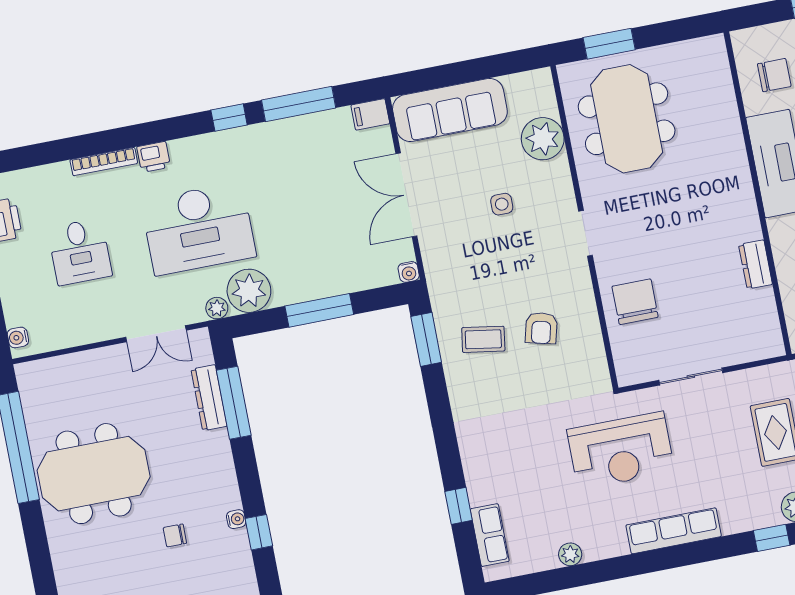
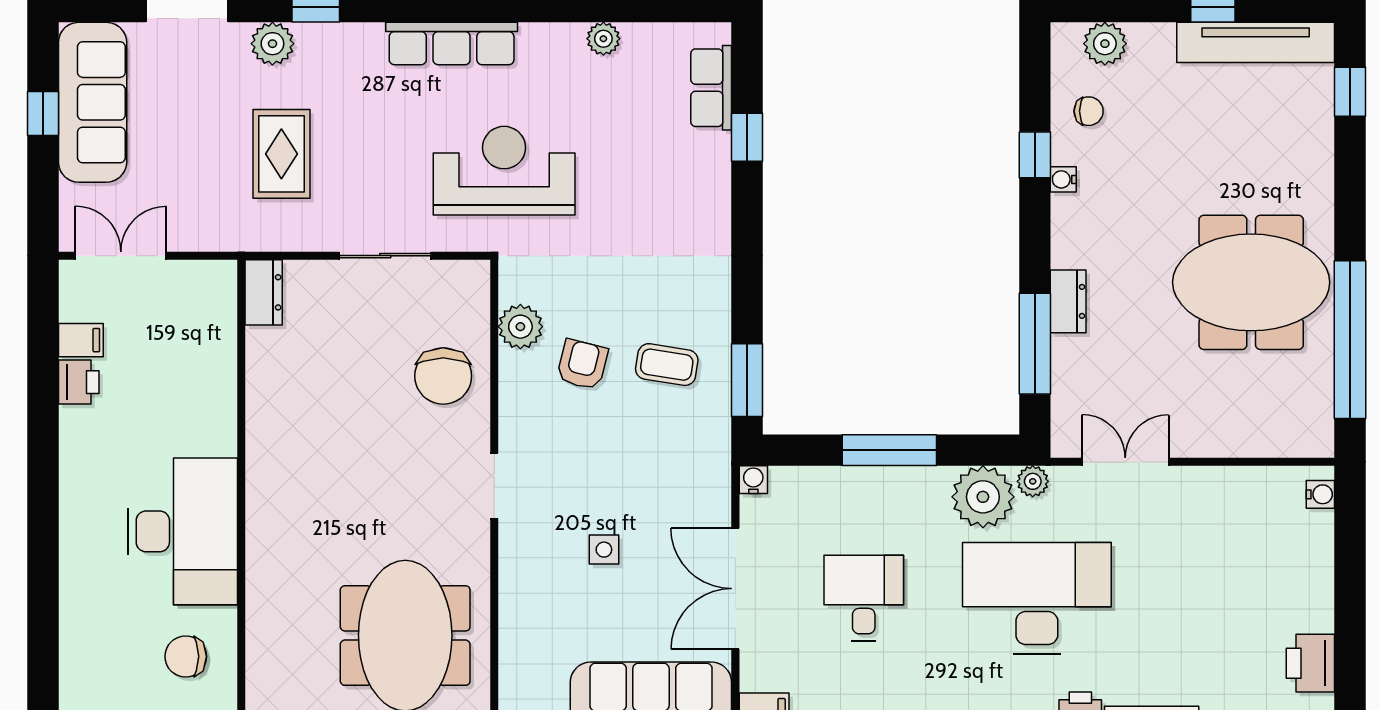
plant: (543, 139) -> (520, 327), moved, width x0.73, depth x0.73
double door: (406, 195) -> (735, 589), swing flipped
desk: (80, 252) -> (864, 598), moved
dresser: (756, 264) -> (264, 292), moved
dresser: (209, 398) -> (1068, 301), moved, width x0.70
chair: (175, 535) -> (1089, 111), moved

